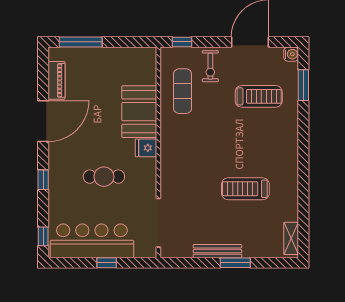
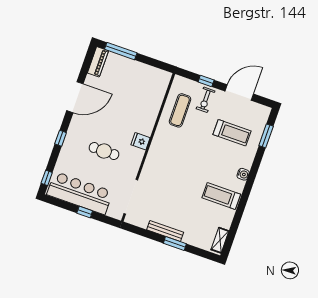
window: (182, 42) -> (206, 81), moved
water cooler: (291, 54) -> (243, 174), moved
piano: (57, 80) -> (98, 62), moved
booth: (139, 112) -> (145, 114), removed
treadmill: (245, 189) -> (221, 196), moved

